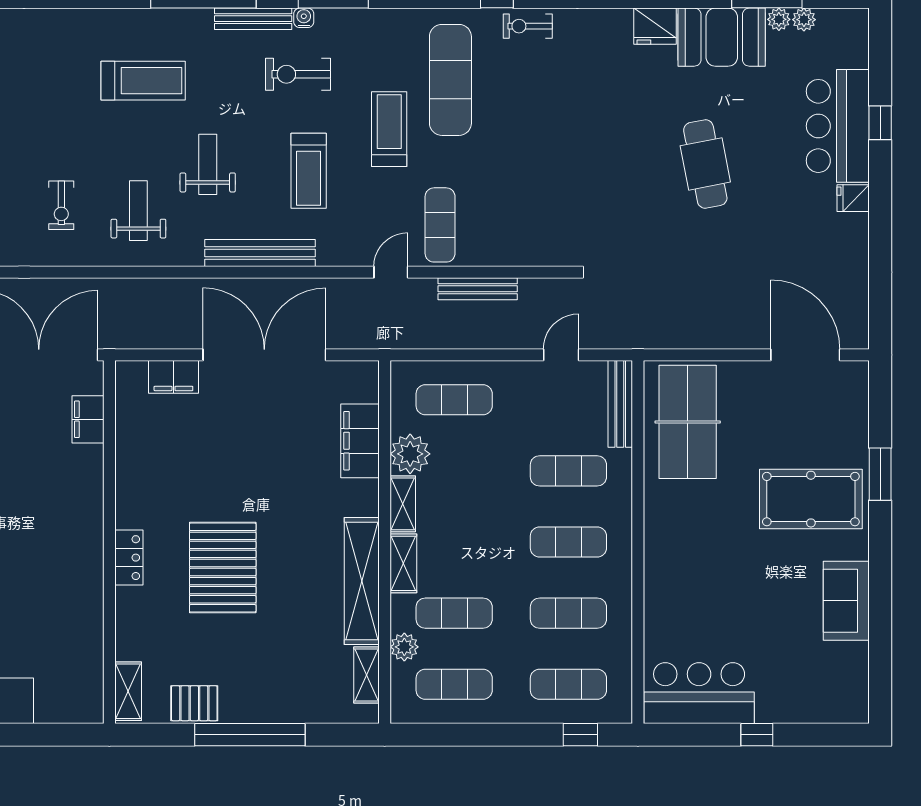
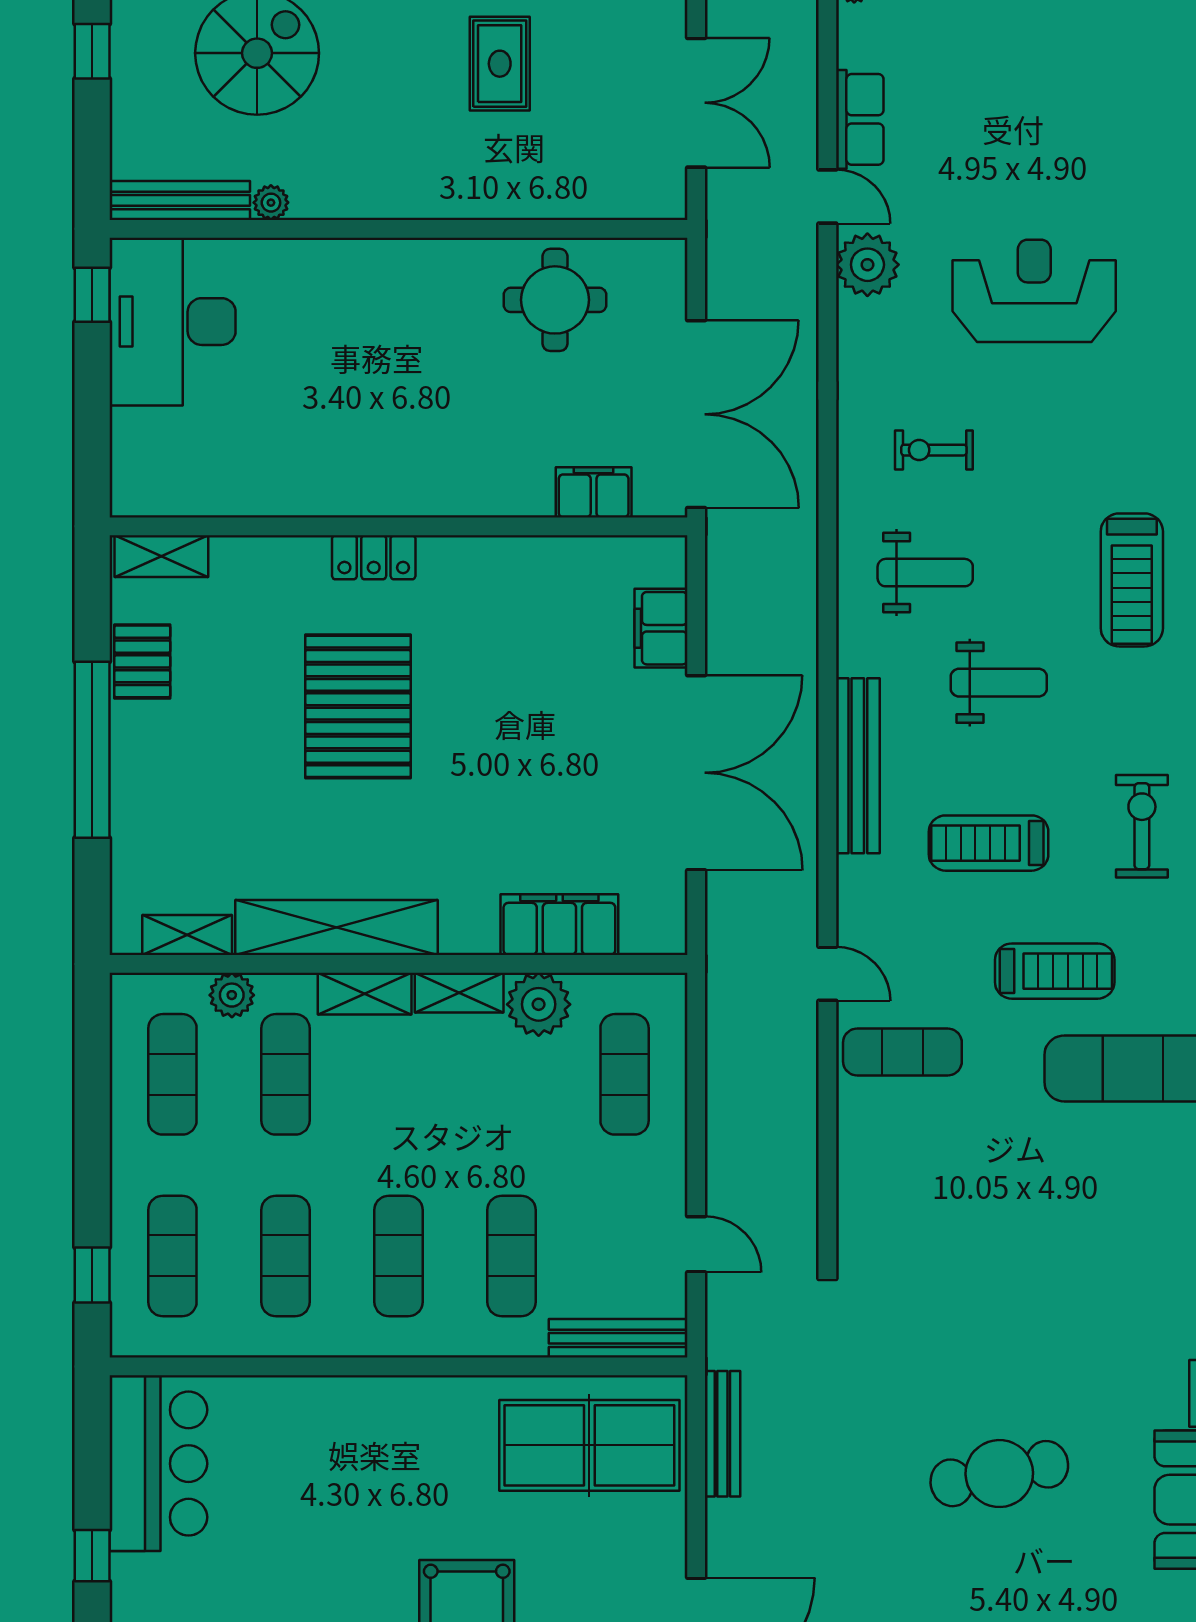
bench: (478, 289) -> (722, 1434), moved
pallet: (223, 568) -> (358, 706), turned 90

